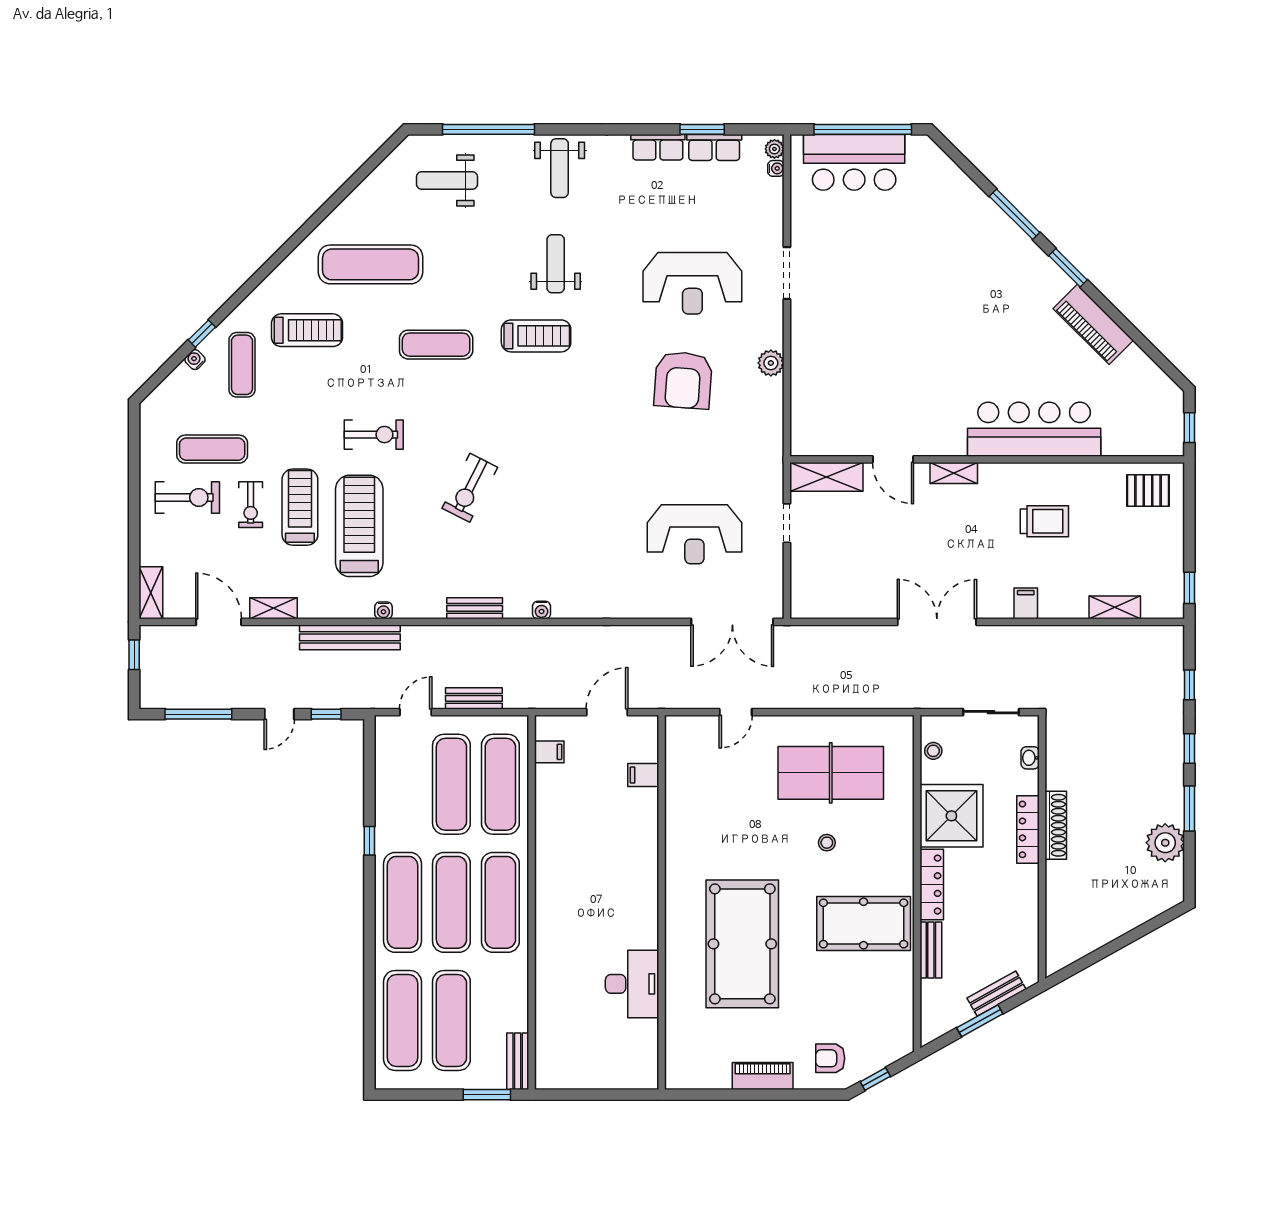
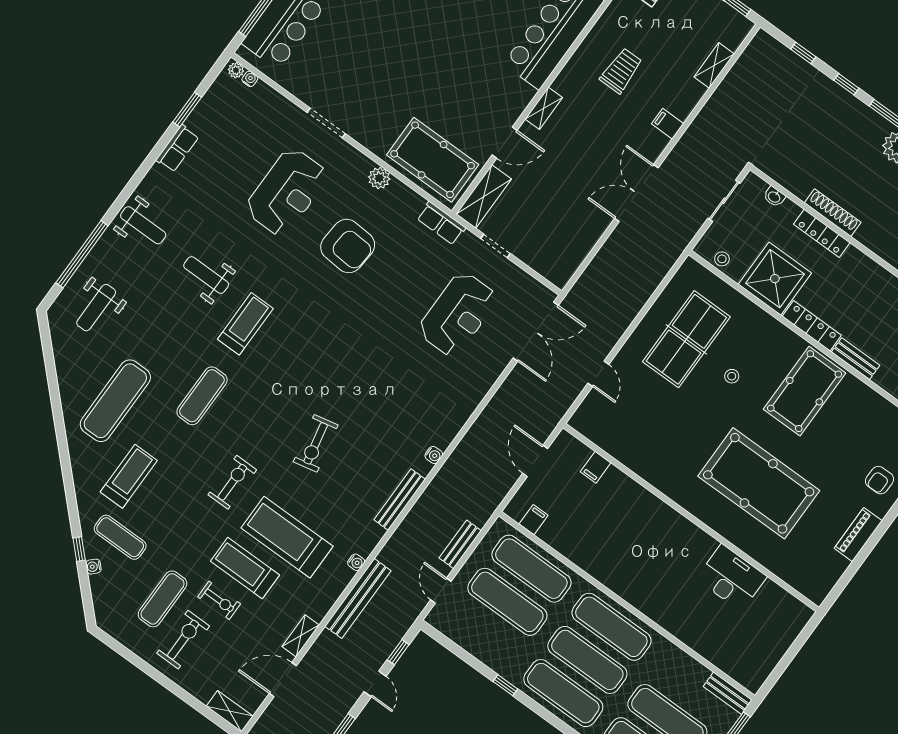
row of seats: (714, 147) -> (441, 223), moved, turned 90
pool table: (826, 402) -> (433, 160), added
exercise bike: (470, 488) -> (316, 443), turned 51
bench: (475, 608) -> (400, 500), width x1.36

